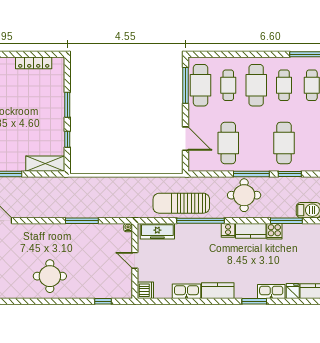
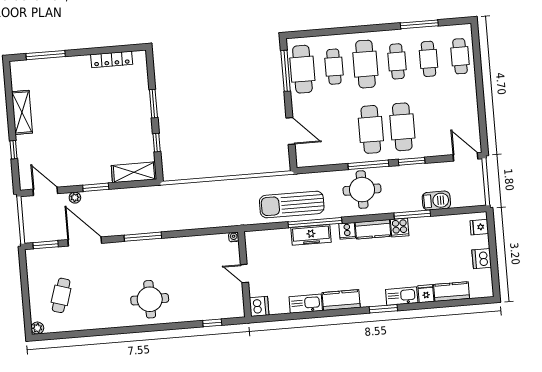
cafe table: (228, 143) -> (371, 129), moved
window: (82, 221) -> (143, 237), moved
freezer: (157, 231) -> (311, 235), moved

